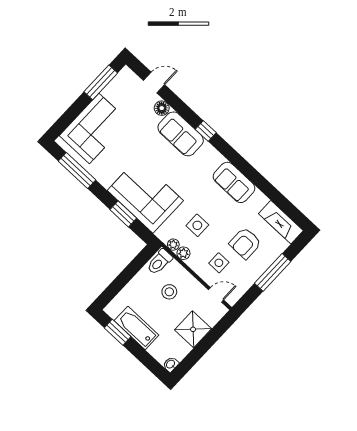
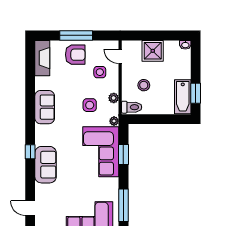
floor lamp: (162, 108) -> (41, 190), removed
armchair: (245, 243) -> (75, 55), moved
plant: (173, 245) -> (114, 121), moved
bathtub: (136, 328) -> (183, 97), moved

